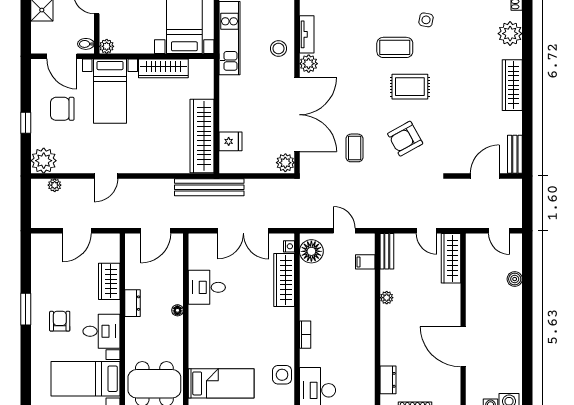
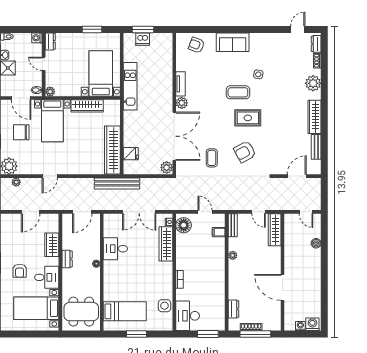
stool: (278, 48) -> (162, 93), removed
bench: (515, 154) -> (316, 147), moved
armchair: (60, 321) -> (20, 271), turned 180

